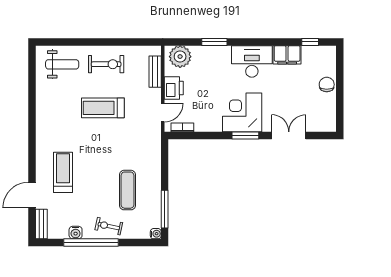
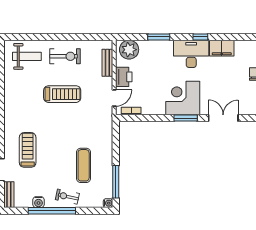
window: (310, 42) -> (200, 37), moved
treadmill: (103, 108) -> (62, 94), turned 180

